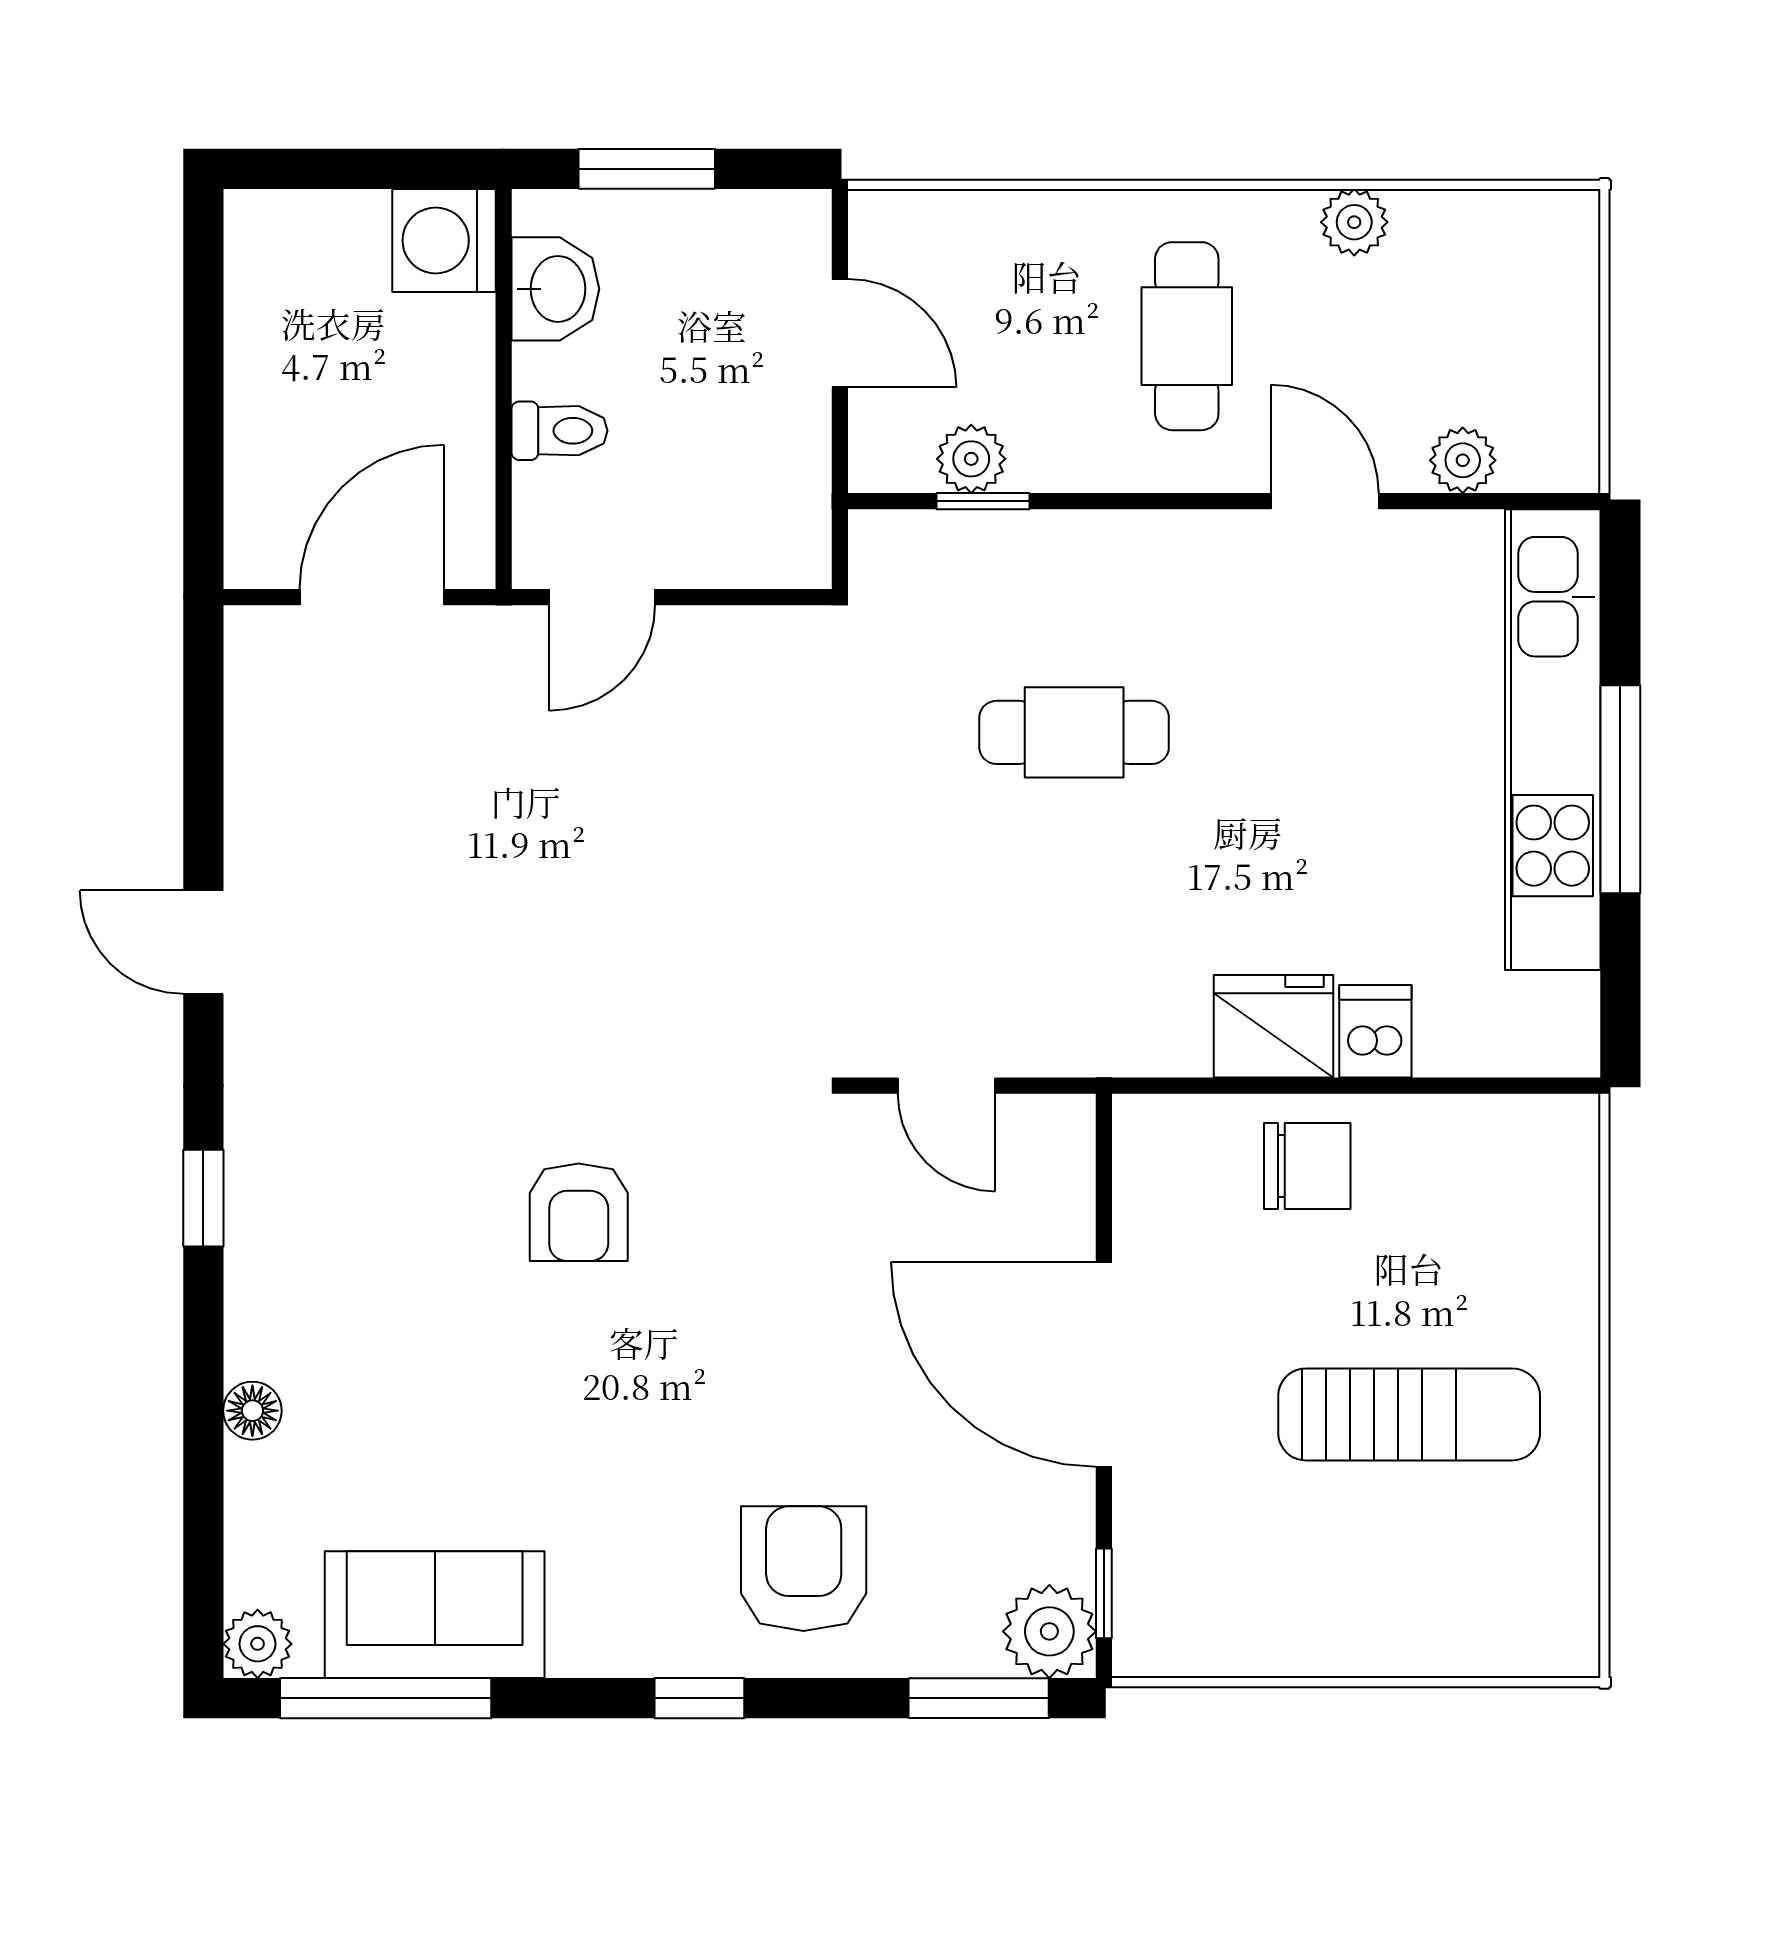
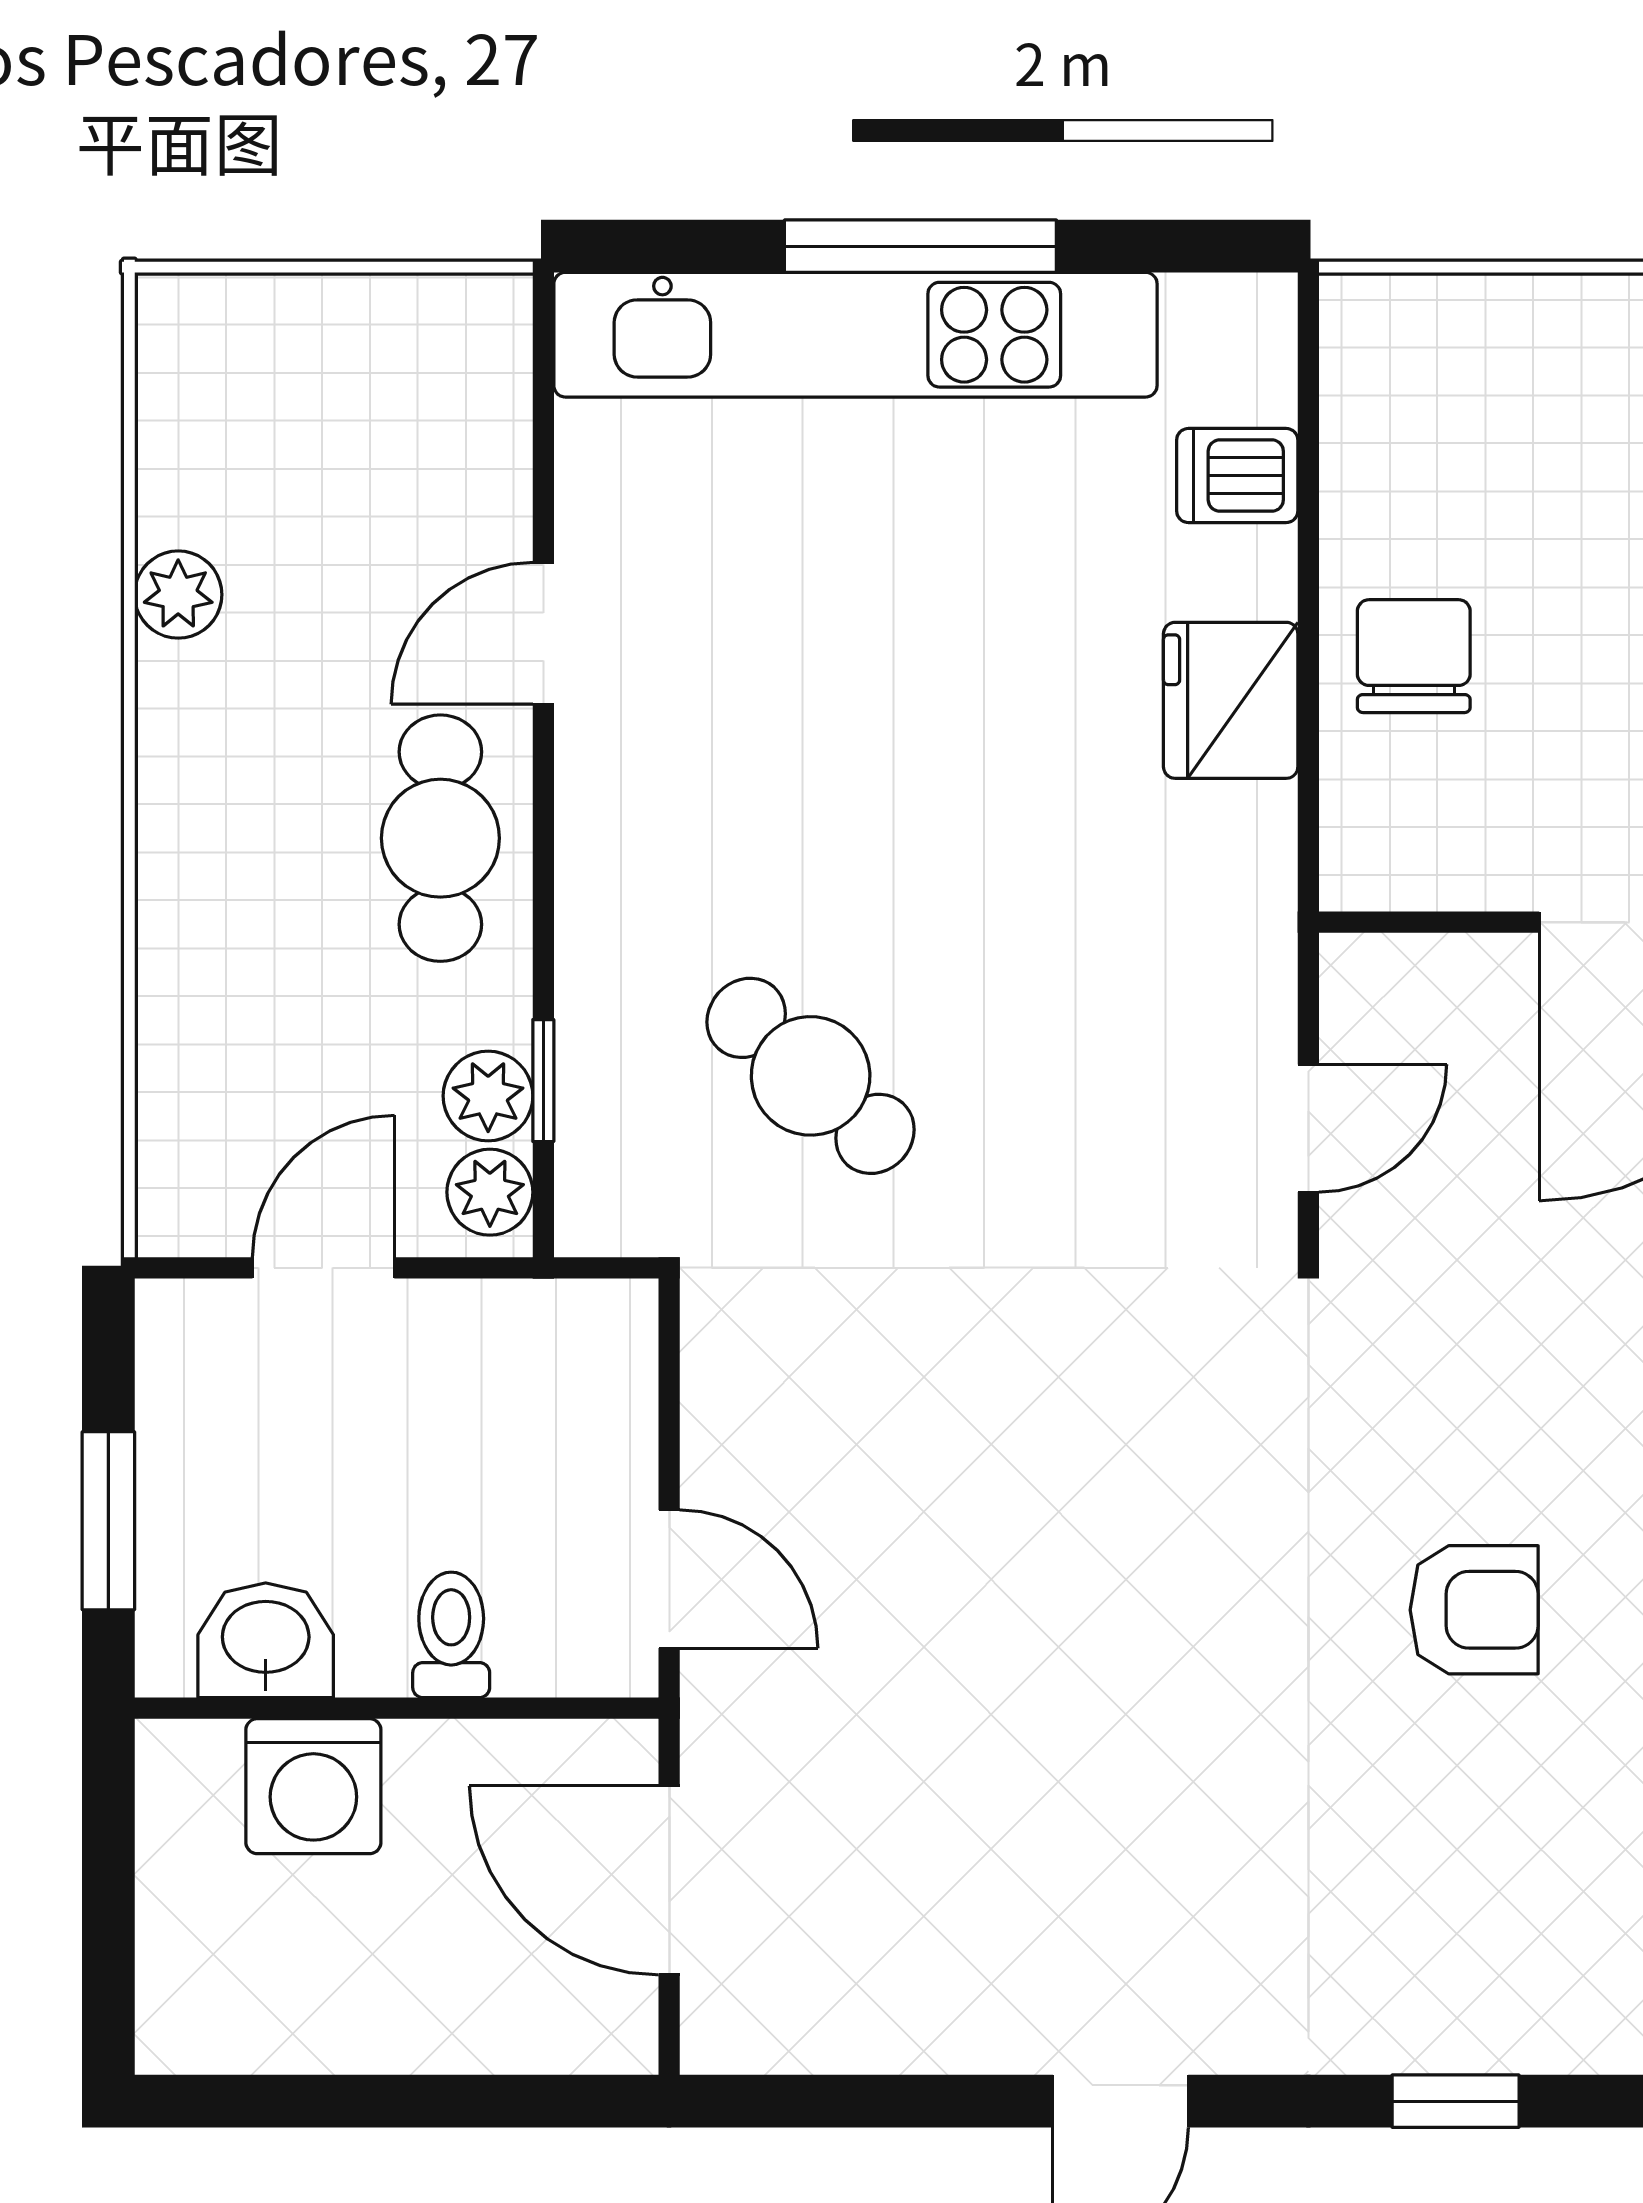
washing machine: (444, 240) -> (313, 1786), moved
cafe table: (1187, 336) -> (440, 838), moved, turned 90
plant: (1463, 460) -> (490, 1192), moved
cafe table: (1074, 732) -> (811, 1076), moved, turned -48
dishwasher: (1375, 1031) -> (1237, 476), moved

